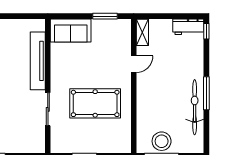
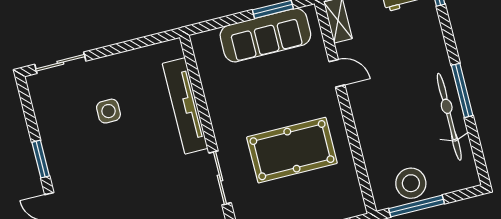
sofa: (71, 30) -> (265, 35), moved, width x1.36
door: (134, 64) -> (337, 73), hinge flipped

